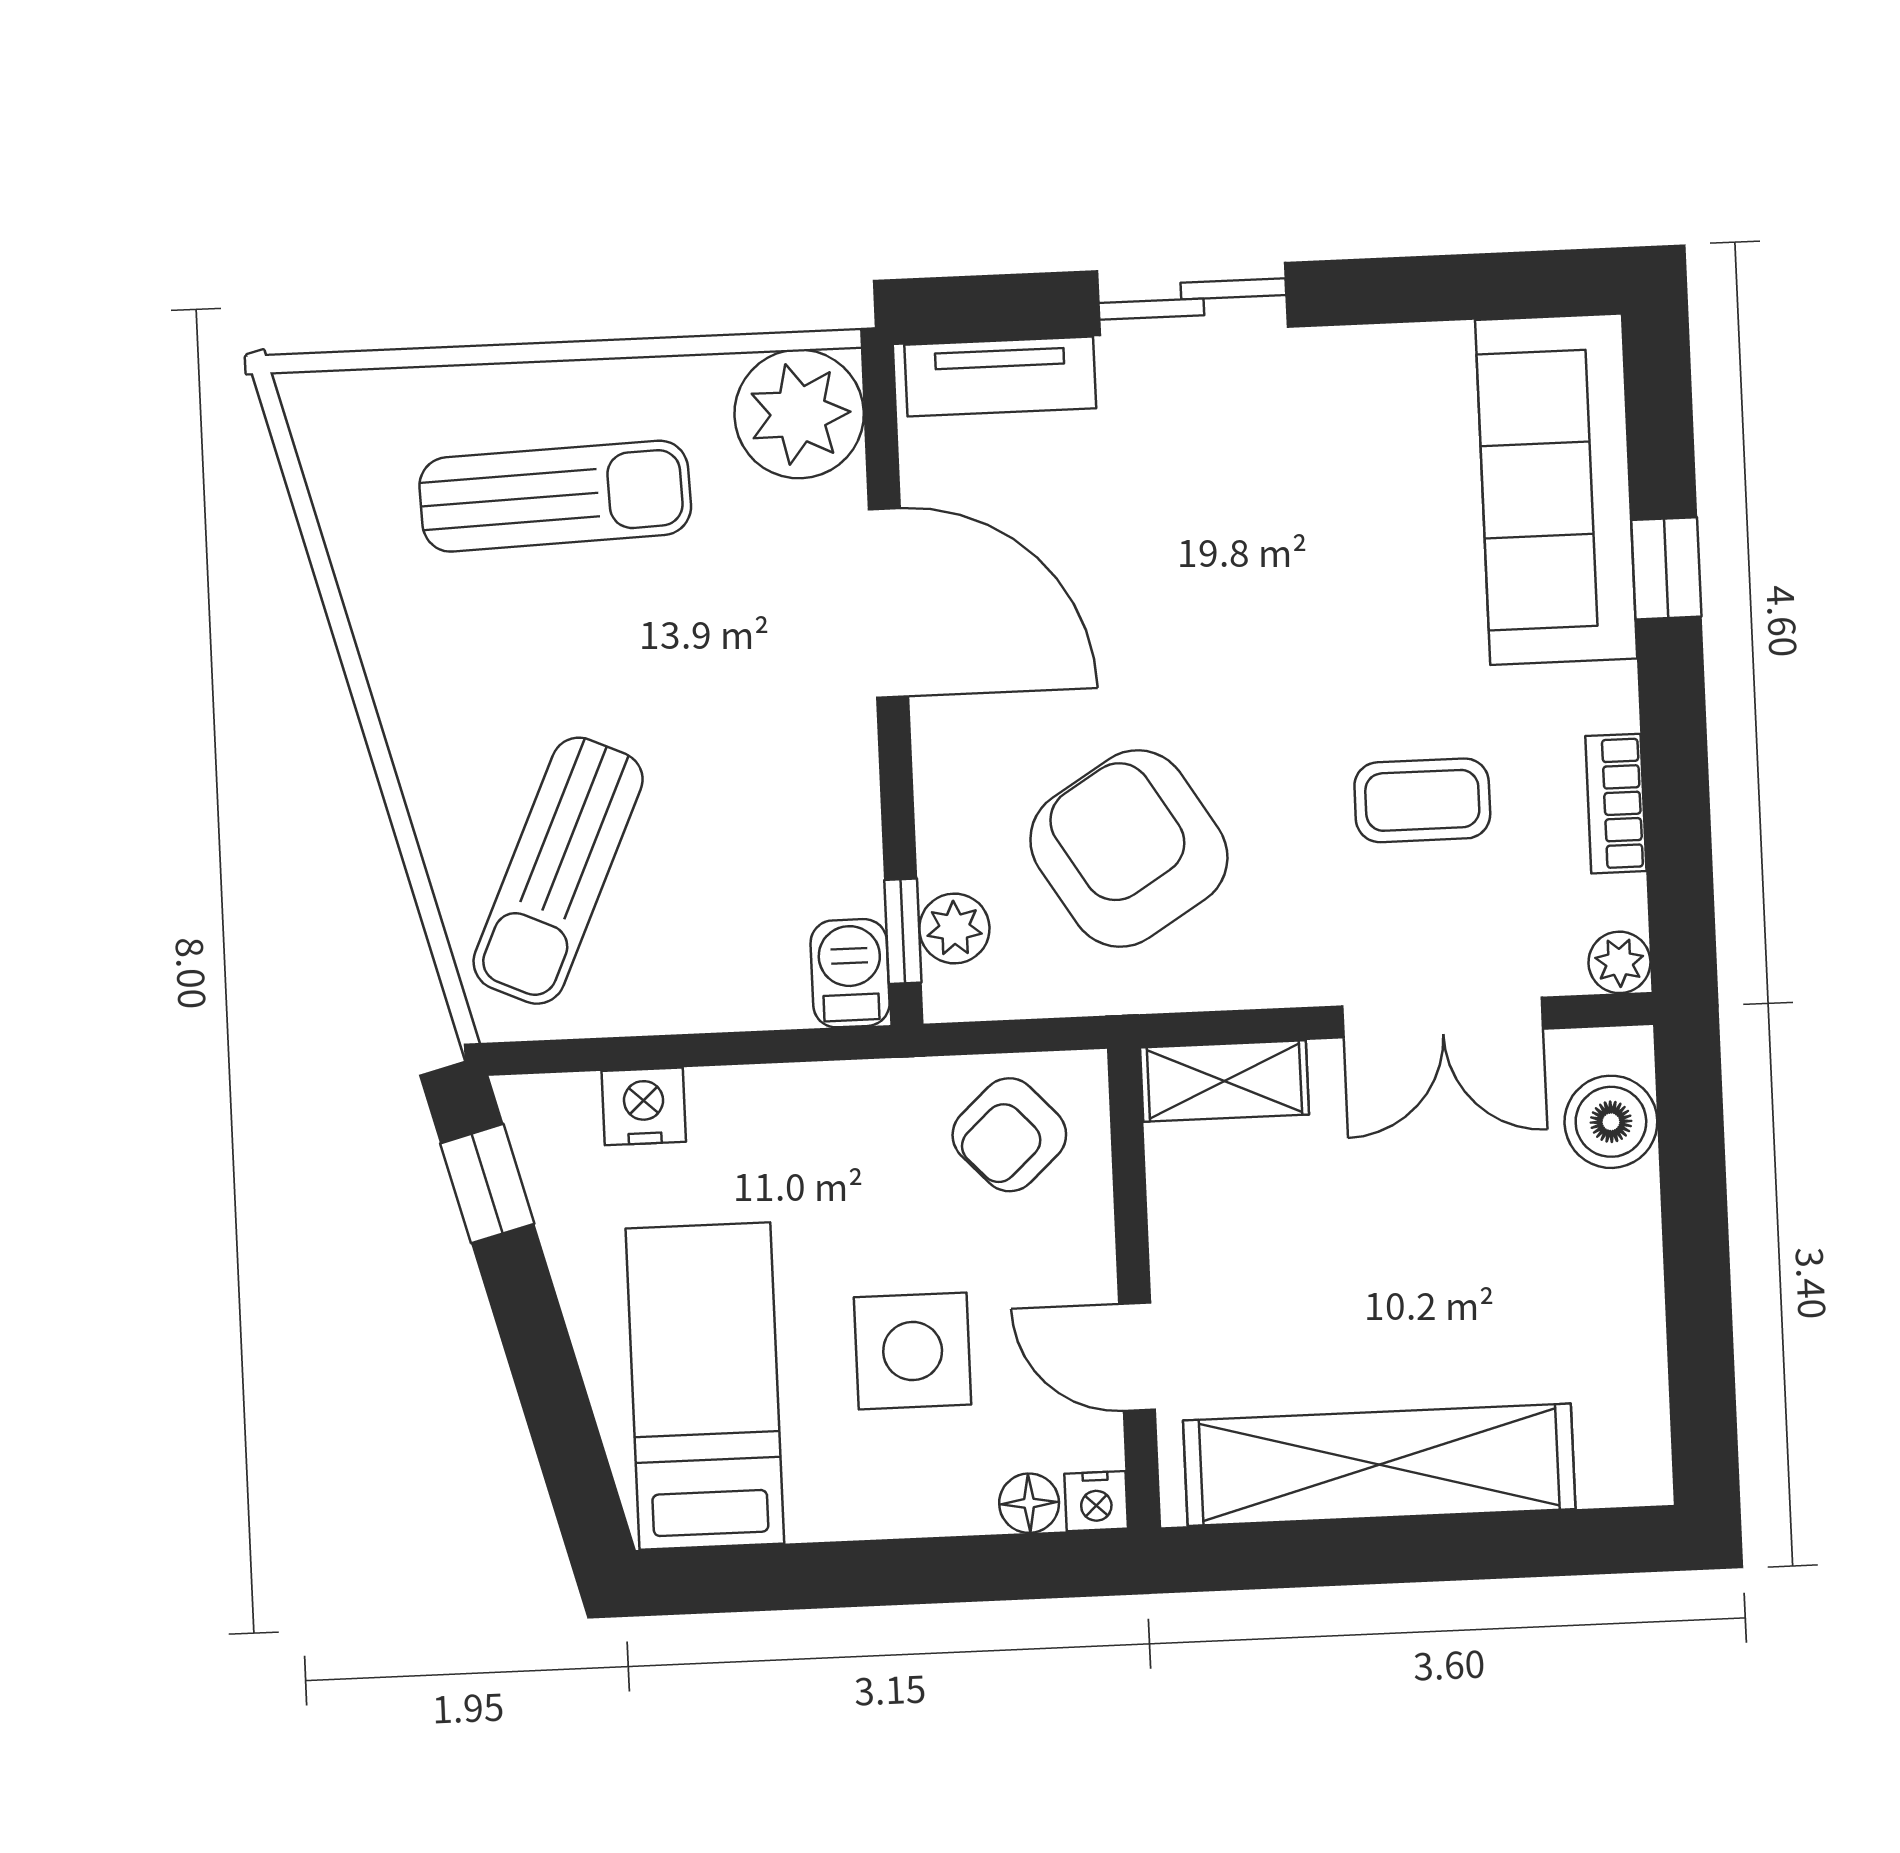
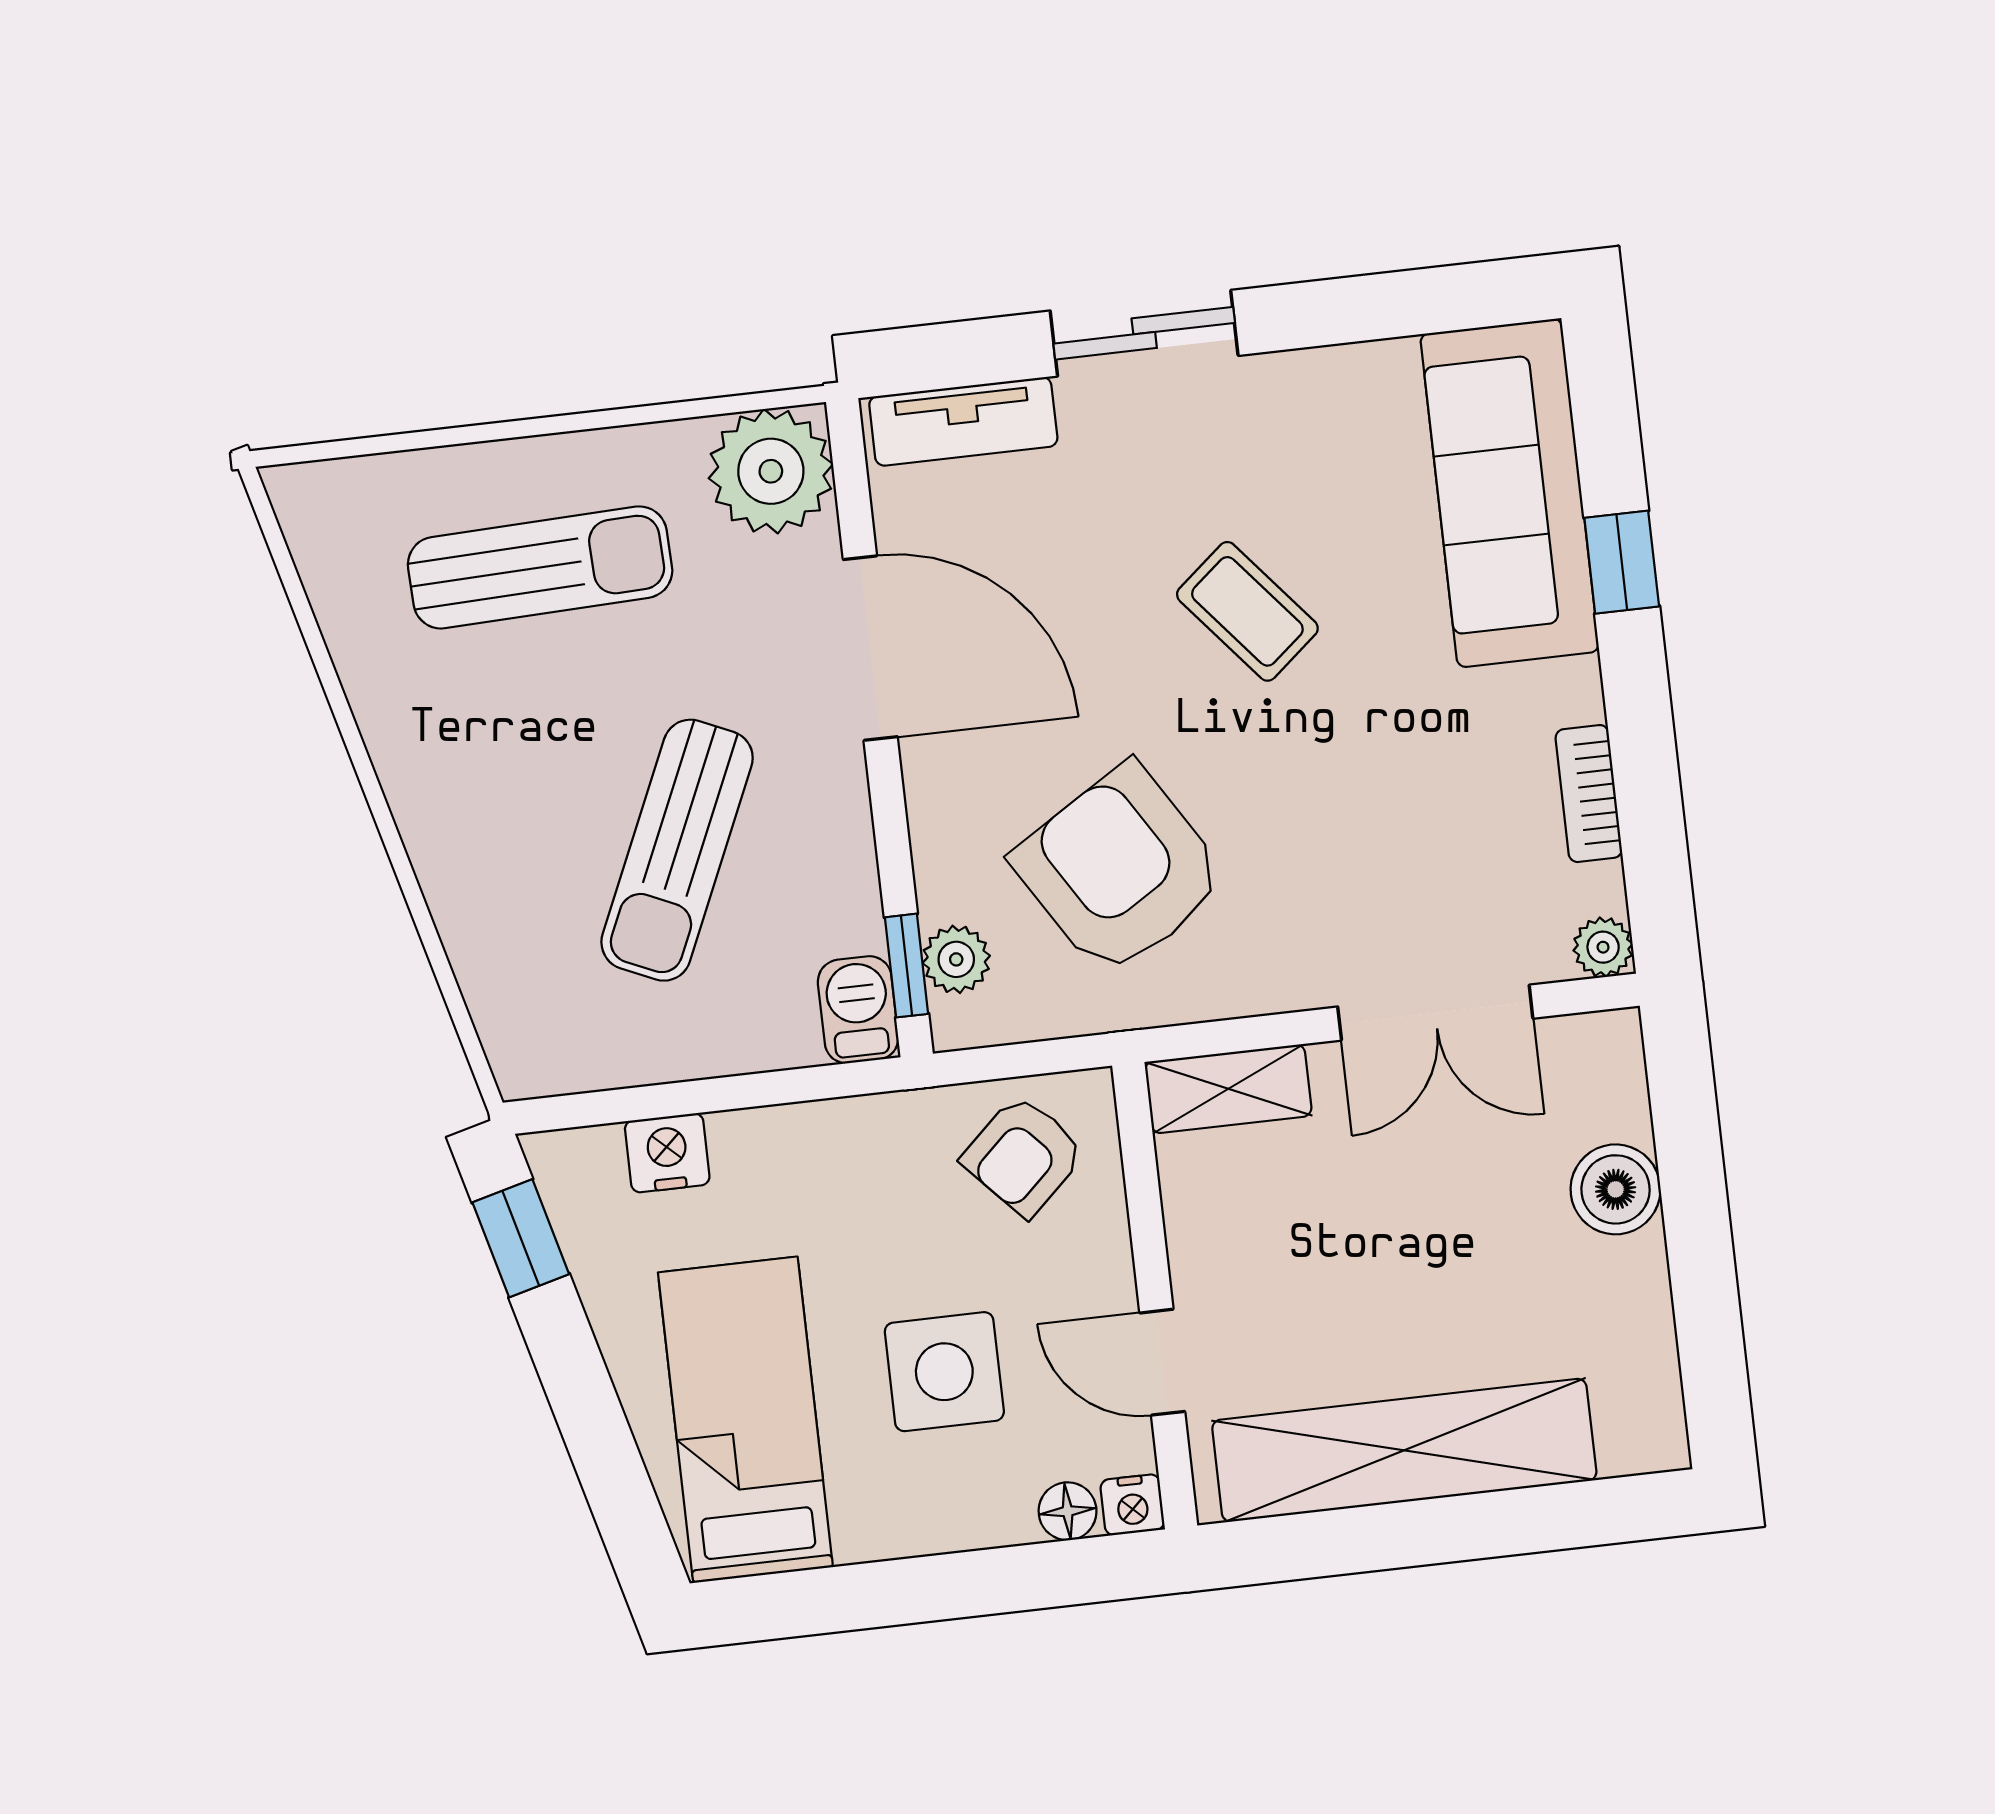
coffee table: (1422, 800) -> (1247, 611), moved, turned 50
sun lounger: (558, 871) -> (677, 850), moved
boiler: (1611, 1122) -> (1616, 1189), moved

